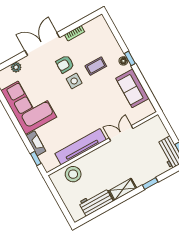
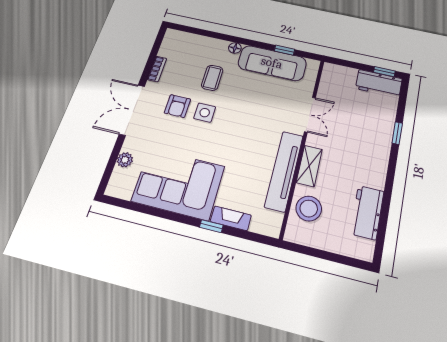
window: (130, 58) -> (285, 50), moved
sofa: (132, 88) -> (272, 63), width x1.36
double door: (121, 133) -> (310, 115), swing flipped
window: (36, 158) -> (211, 226), moved
shelving: (123, 189) -> (309, 166), moved

